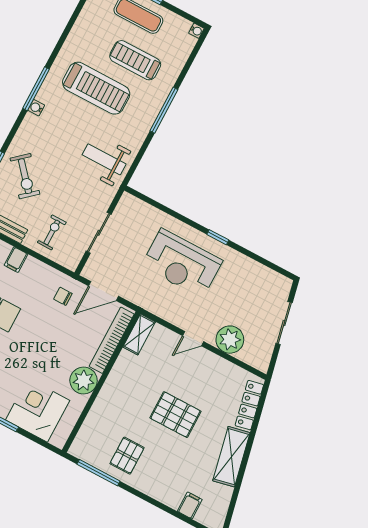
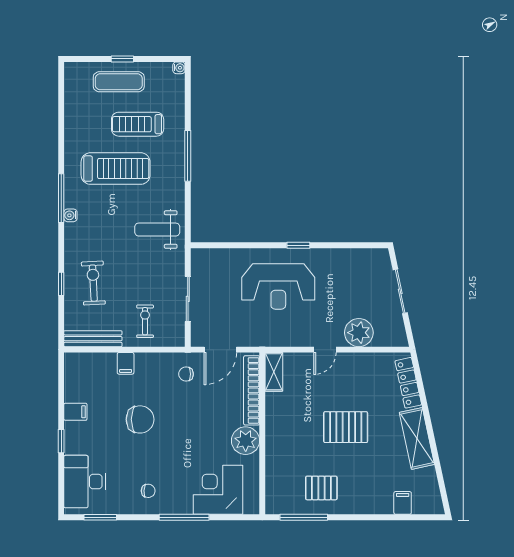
exercise bike: (25, 176) -> (93, 283), turned -142
pallet: (127, 456) -> (321, 488), turned 90

